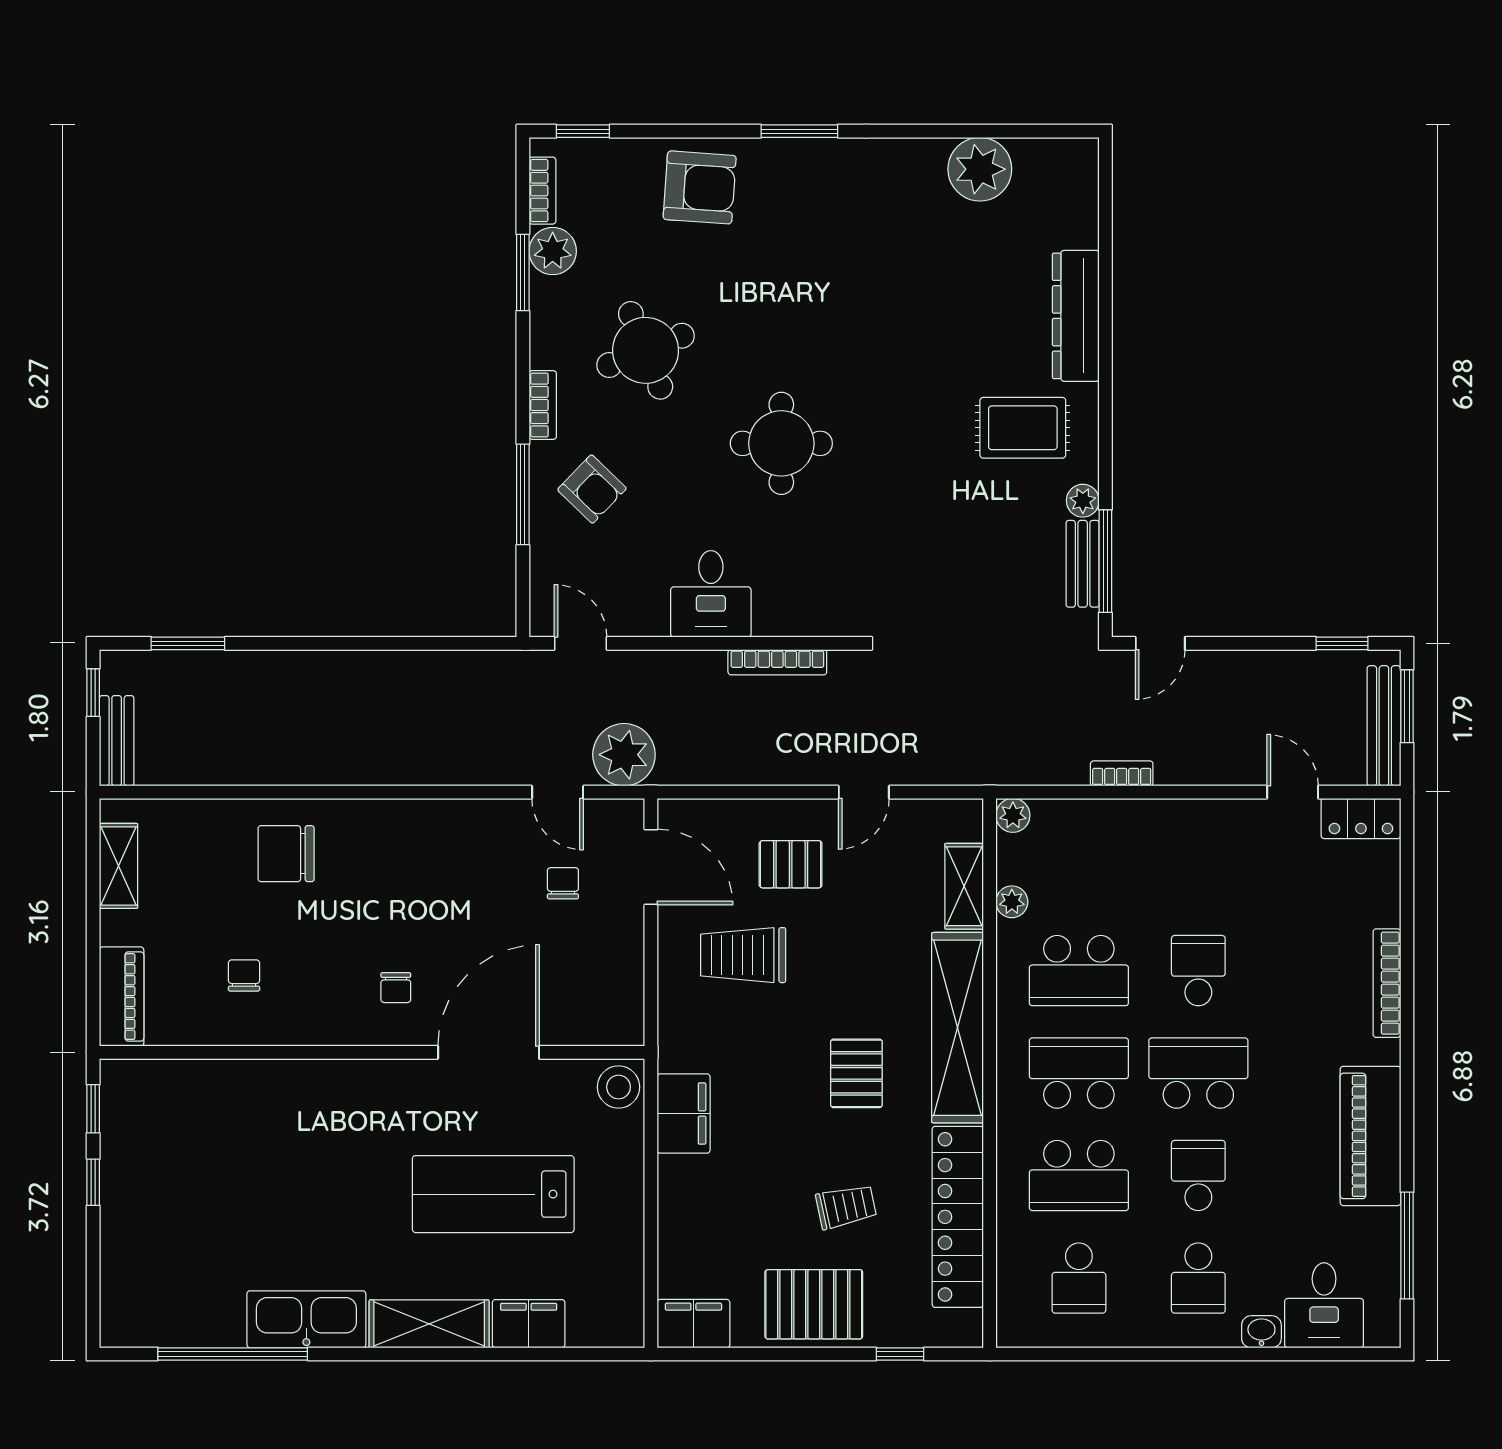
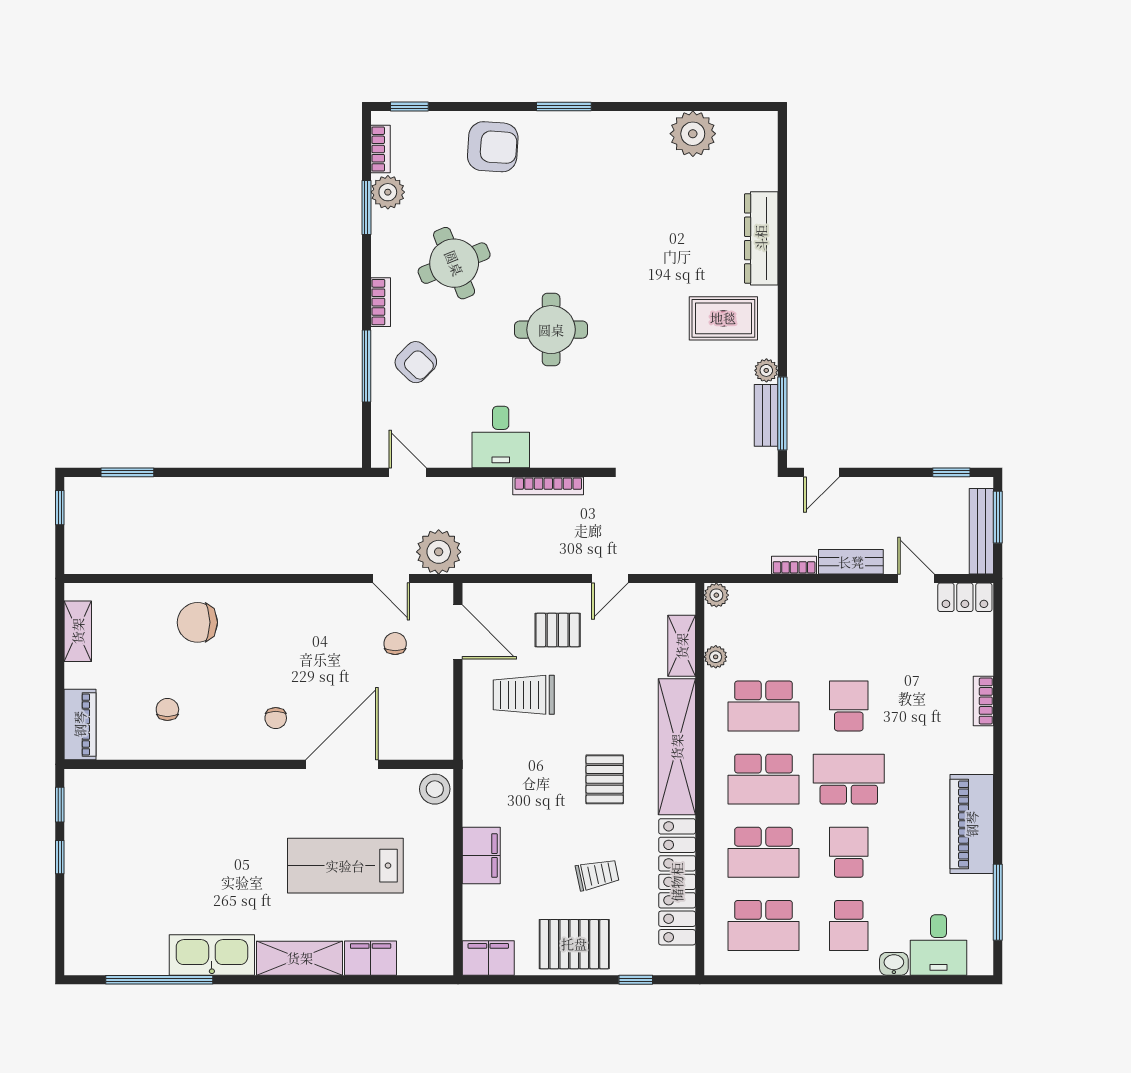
bench: (117, 741) -> (851, 562), moved, turned 90
bookcase: (1387, 983) -> (983, 701), width x0.64
school desk: (1079, 1073) -> (763, 779), turned 180
filing cabinet: (684, 1114) -> (481, 855), moved
school desk: (1079, 1278) -> (763, 925), width x1.85

